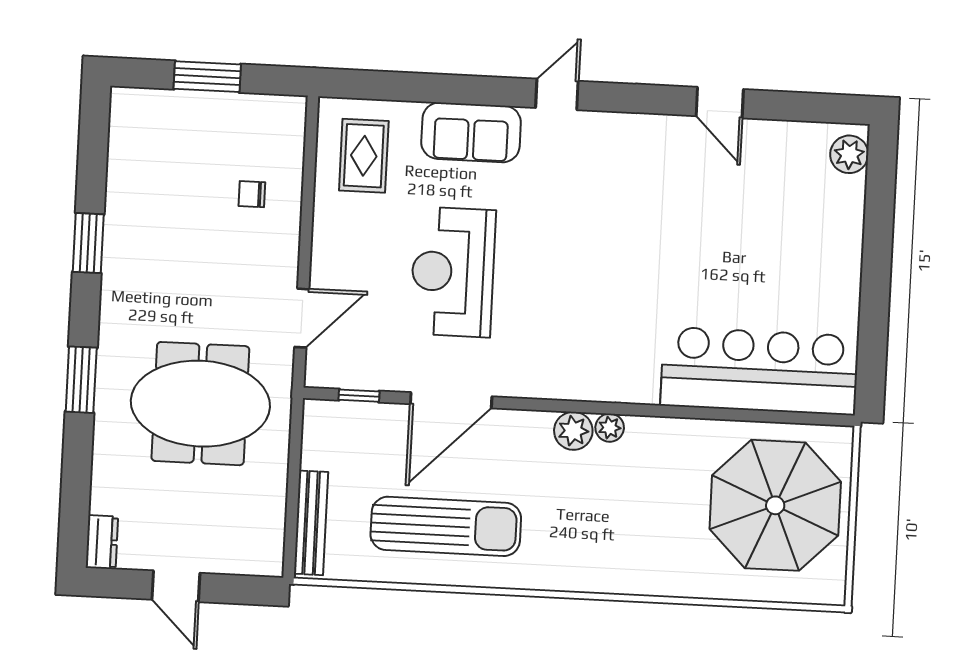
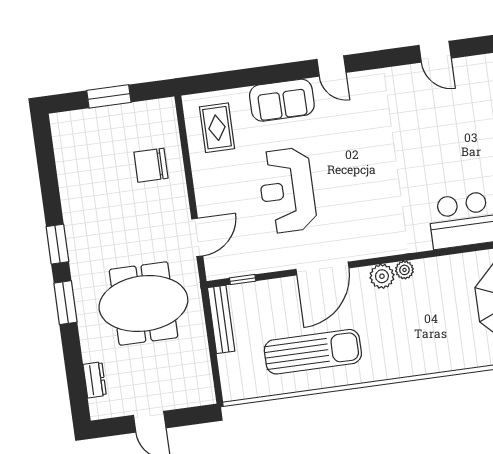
door: (557, 94) -> (331, 66), swing flipped
chair: (252, 194) -> (151, 165), width x1.87, depth x1.87
window: (88, 243) -> (57, 244), moved
door: (451, 400) -> (322, 269), moved
bench: (311, 523) -> (221, 319), moved
dresser: (102, 542) -> (95, 380), moved

